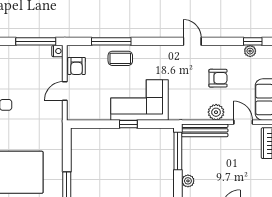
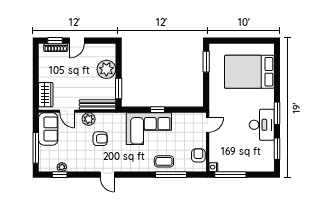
armchair: (218, 78) -> (100, 139), moved, turned 180
door: (65, 91) -> (208, 125), moved
window: (178, 151) -> (119, 88), width x0.69
plant: (188, 181) -> (106, 69), width x1.87, depth x1.87

